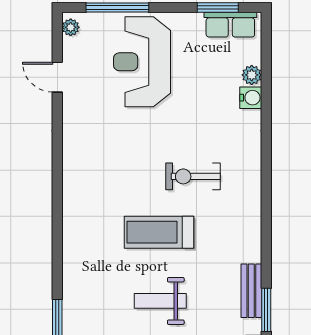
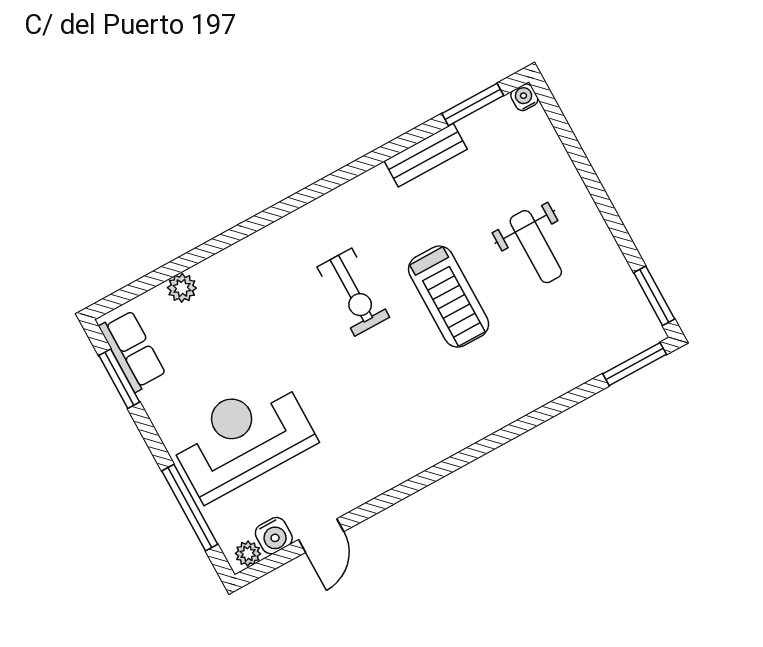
reception desk: (142, 62) -> (242, 438), turned 180
water cooler: (251, 98) -> (274, 536), moved, turned 180
bench: (251, 291) -> (426, 155), moved

